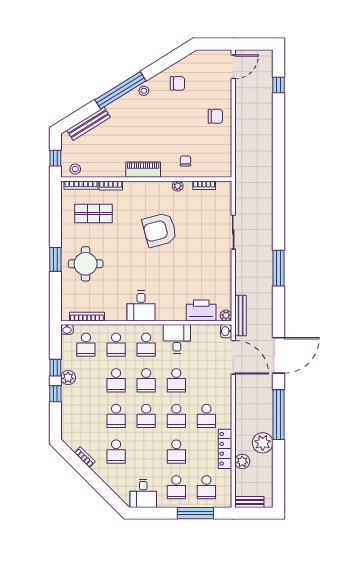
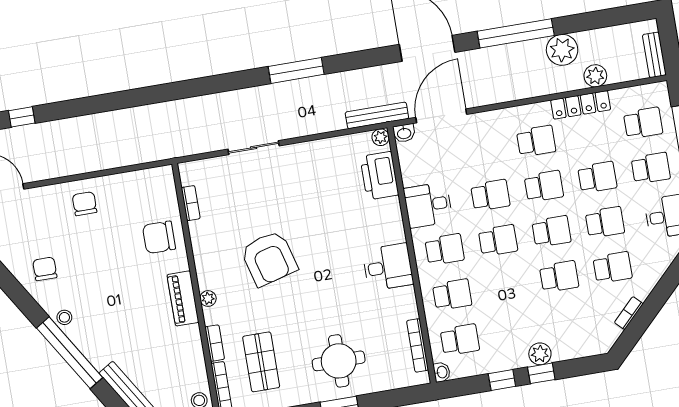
chair: (185, 161) -> (159, 237), width x1.87, depth x1.87
plant: (178, 186) -> (208, 299), moved
plant: (68, 377) -> (540, 354), moved
school desk: (116, 380) -> (605, 222), moved

